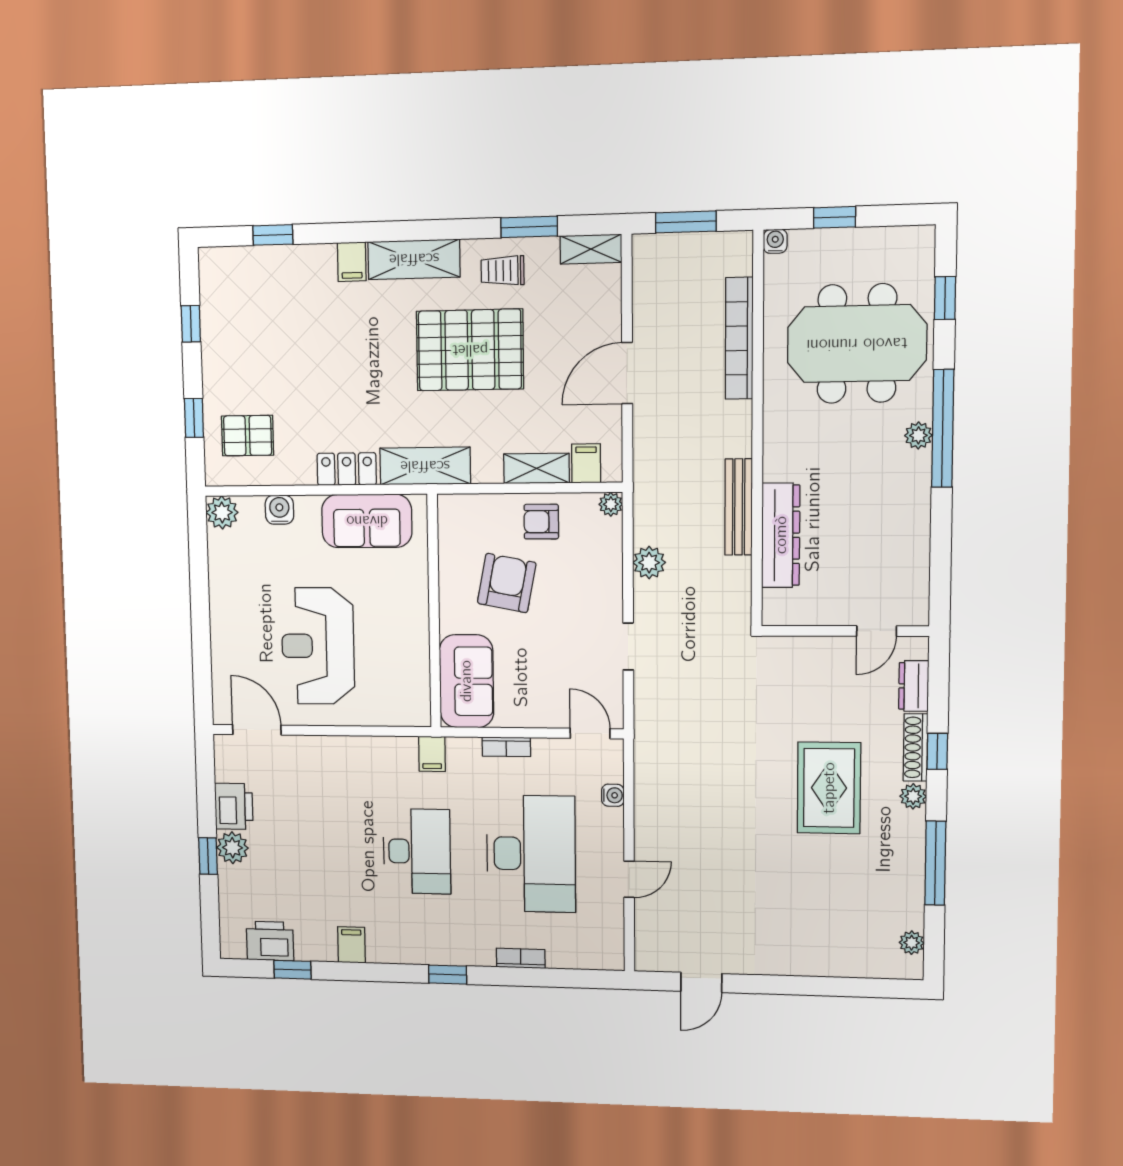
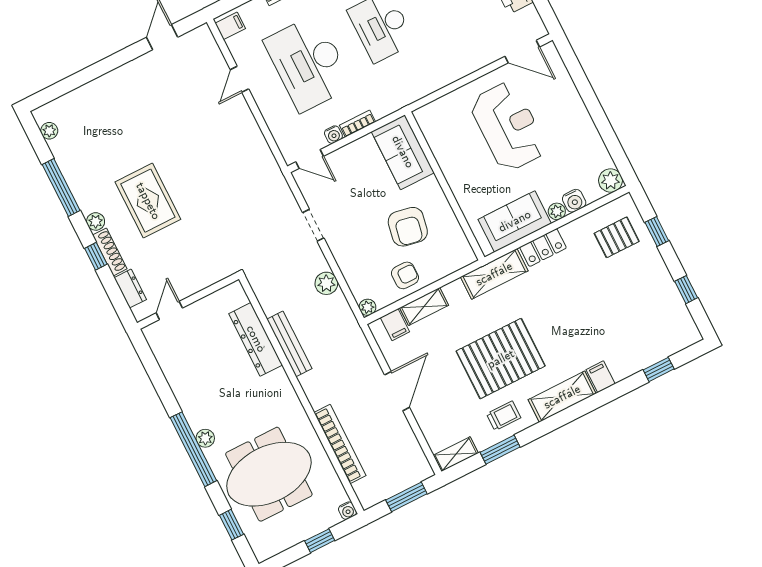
plant: (308, 507) -> (557, 211), added
filing cabinet: (432, 754) -> (230, 26), moved, turned 90
water cooler: (613, 795) -> (333, 135), moved, turned -90

